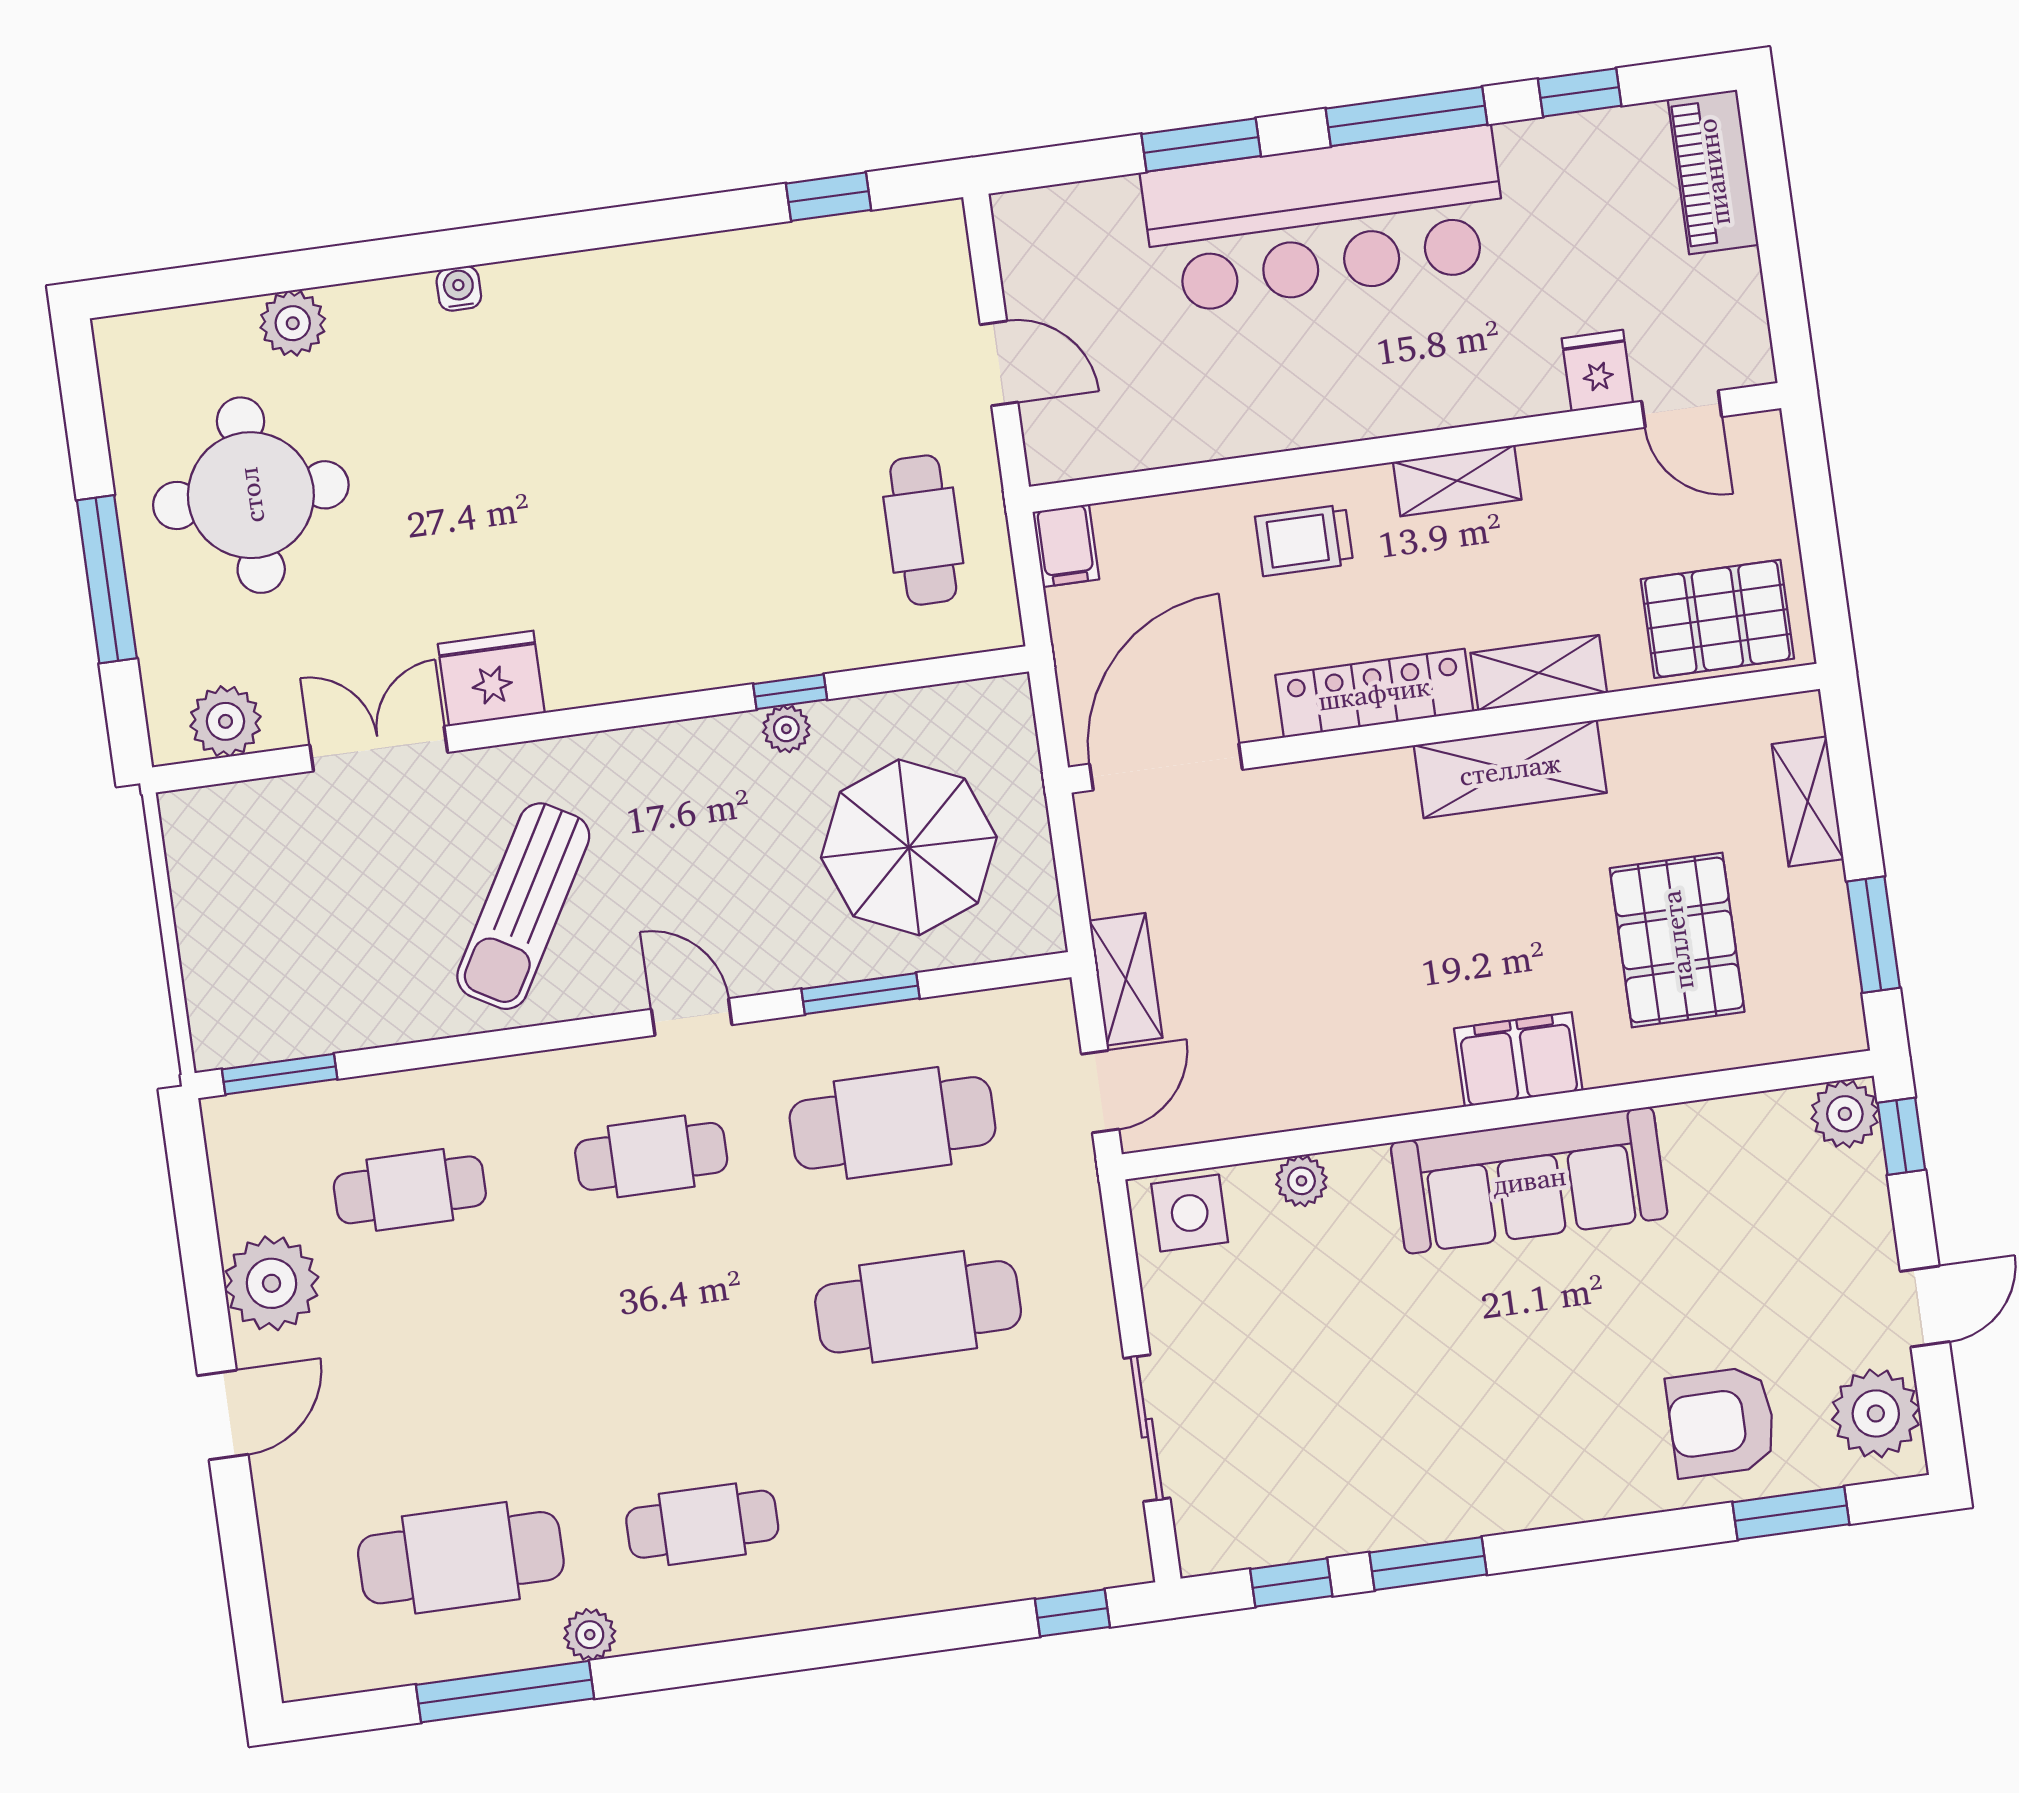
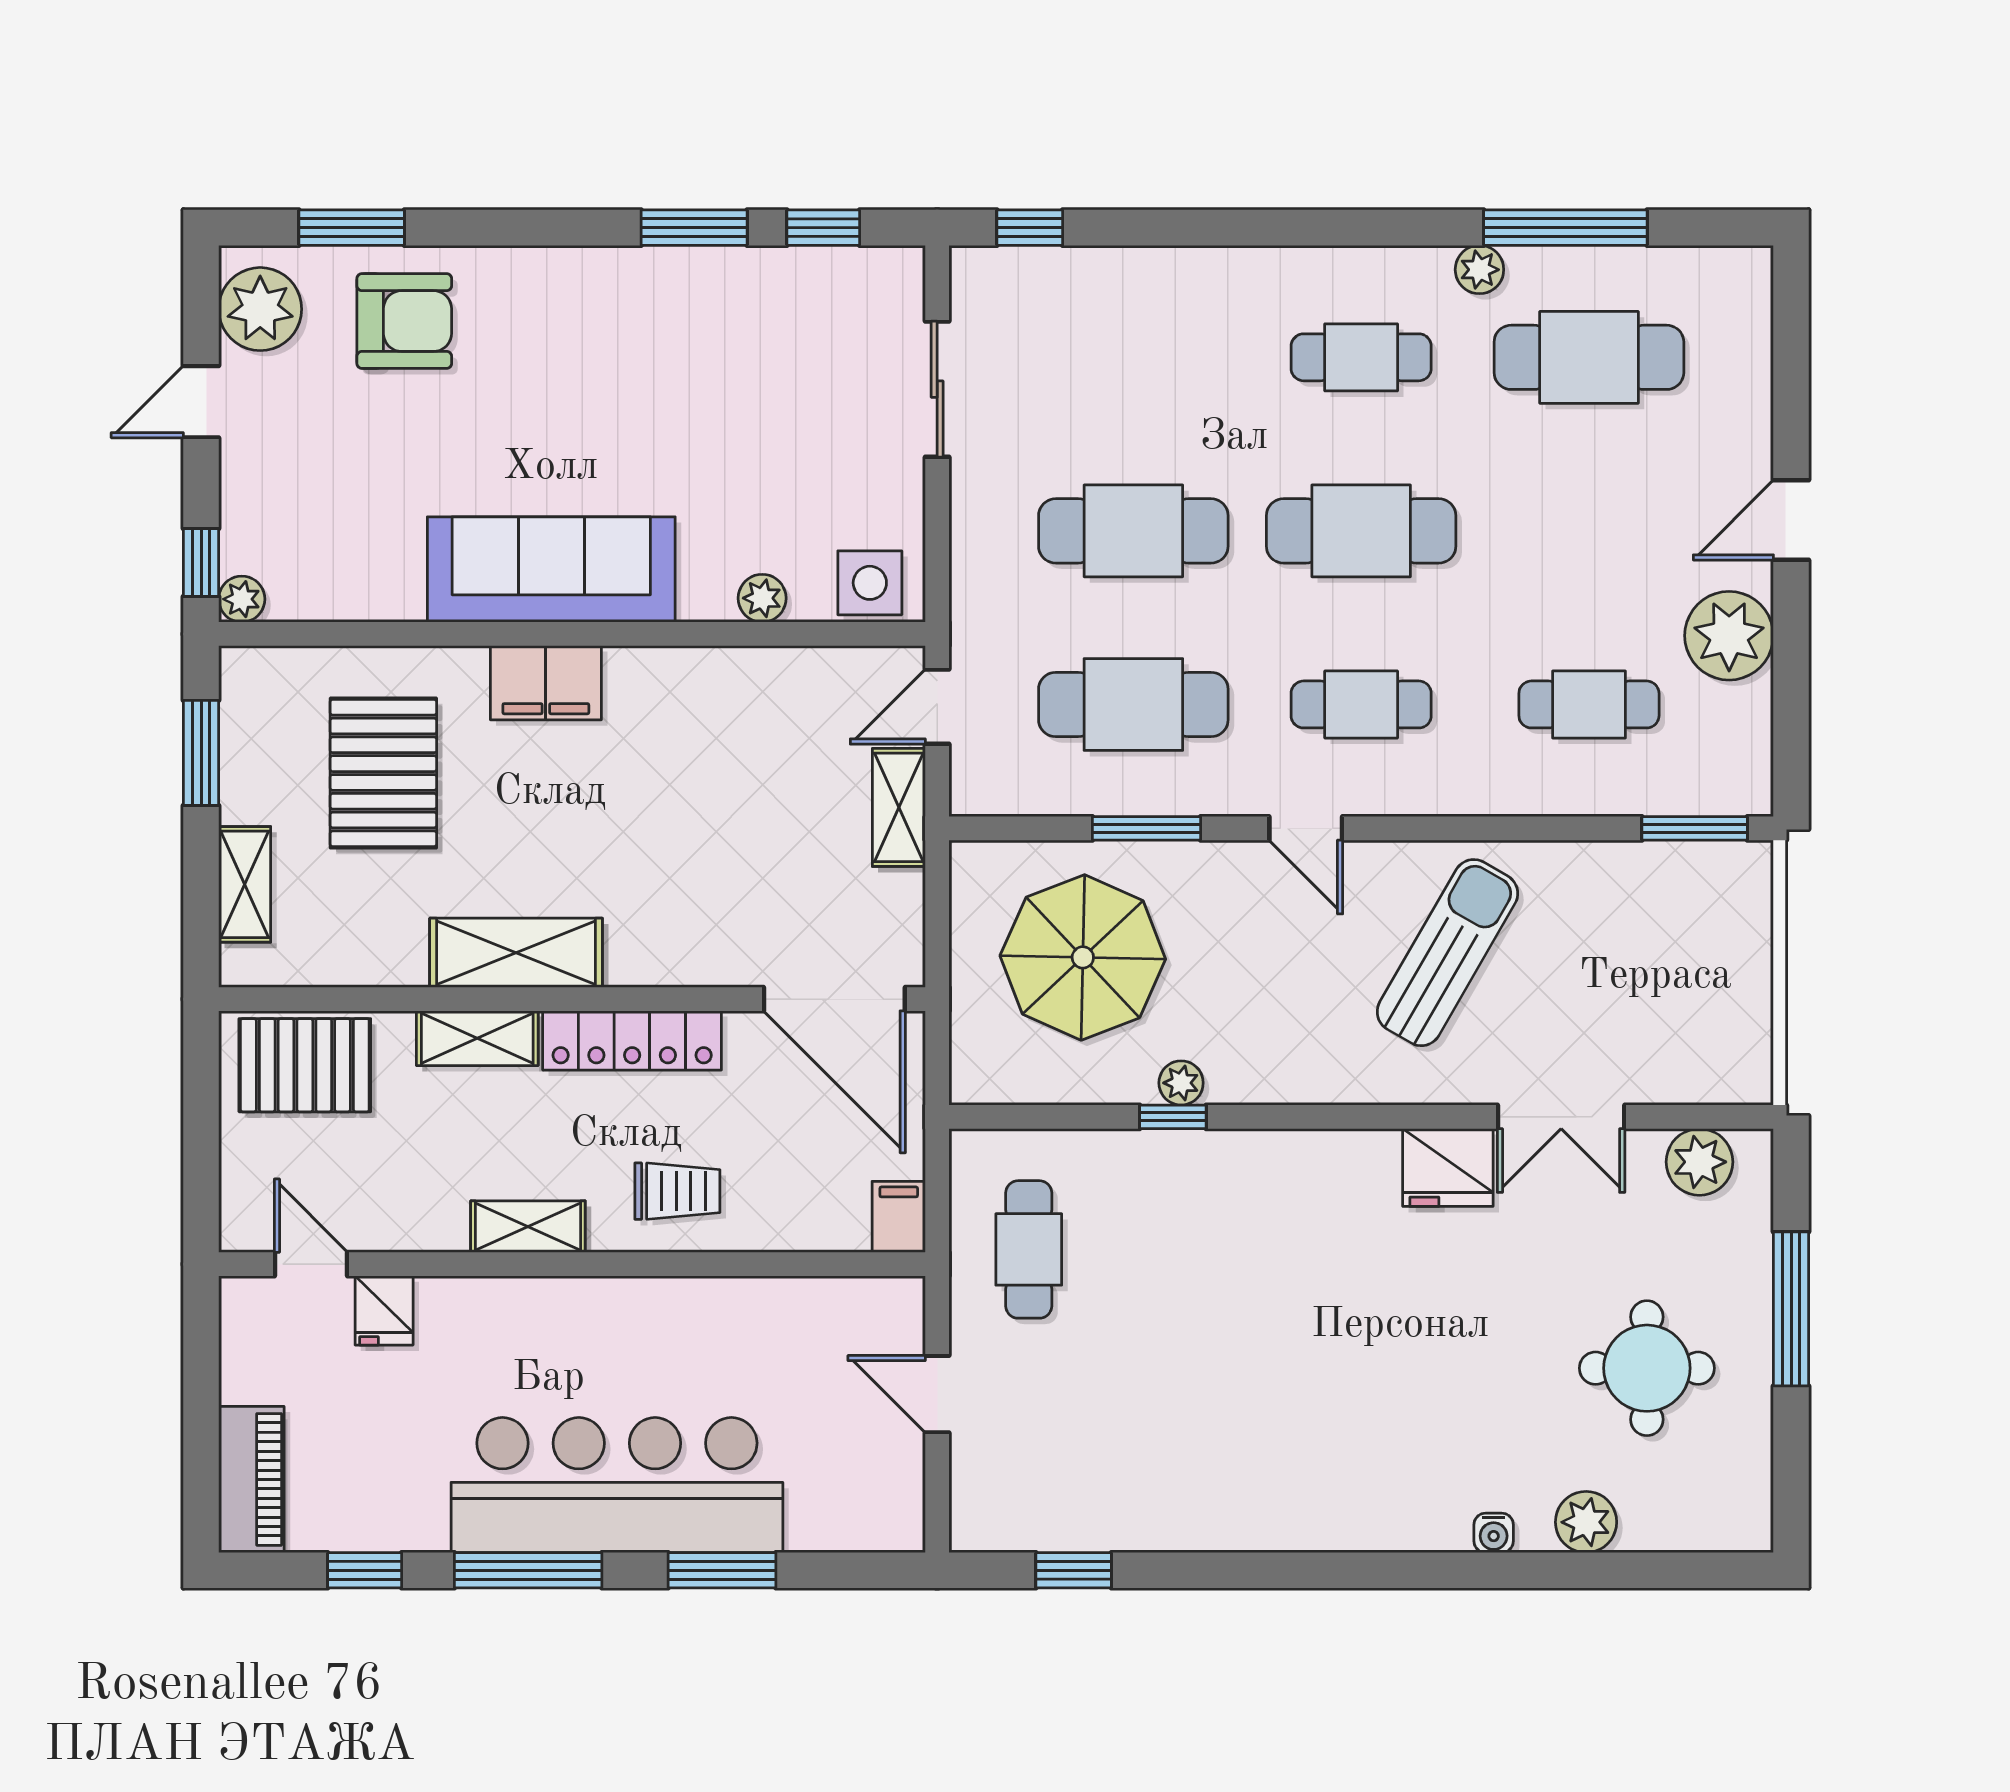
water cooler: (459, 288) -> (1494, 1533), moved
round table: (251, 495) -> (1647, 1368), width x0.73, depth x0.73
door: (1166, 767) -> (834, 999), hinge flipped
plant: (1845, 1114) -> (242, 599), width x0.73, depth x0.73
cafe table: (677, 1340) -> (1361, 531), added

